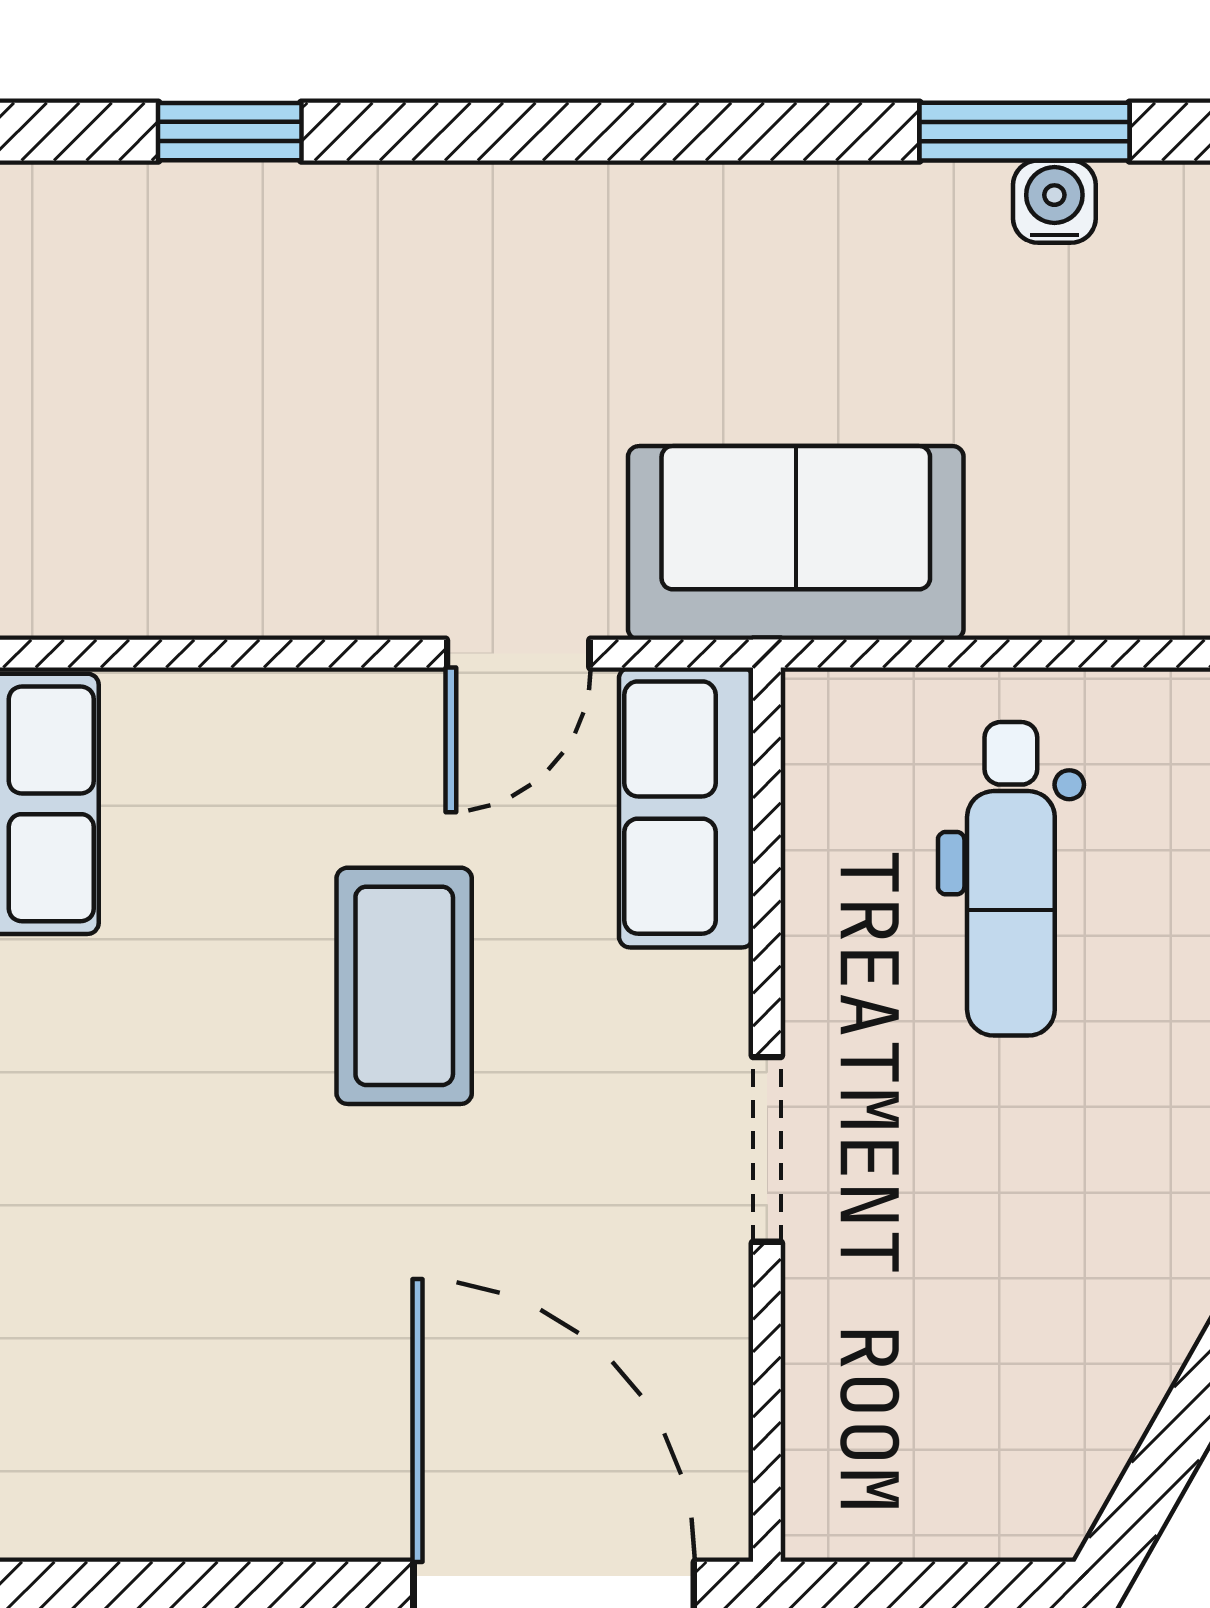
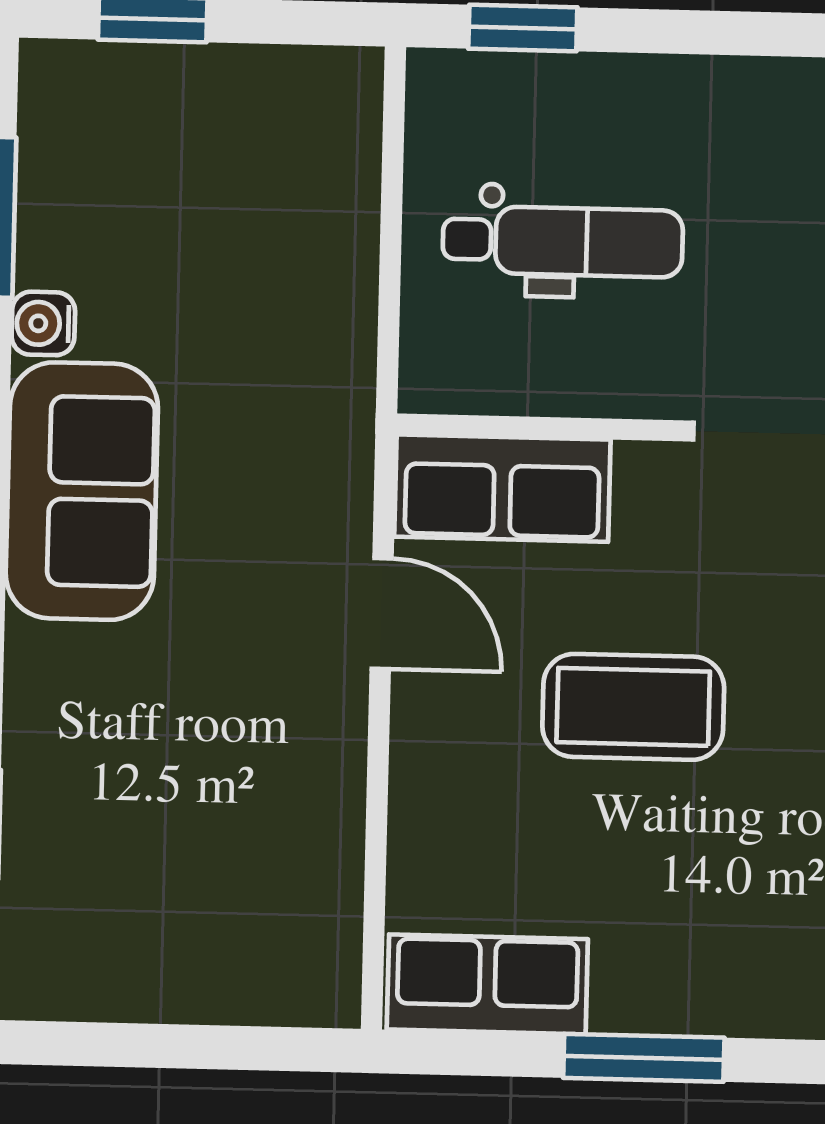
water cooler: (1054, 202) -> (43, 323), moved
sofa: (796, 543) -> (82, 491), moved, turned 180

